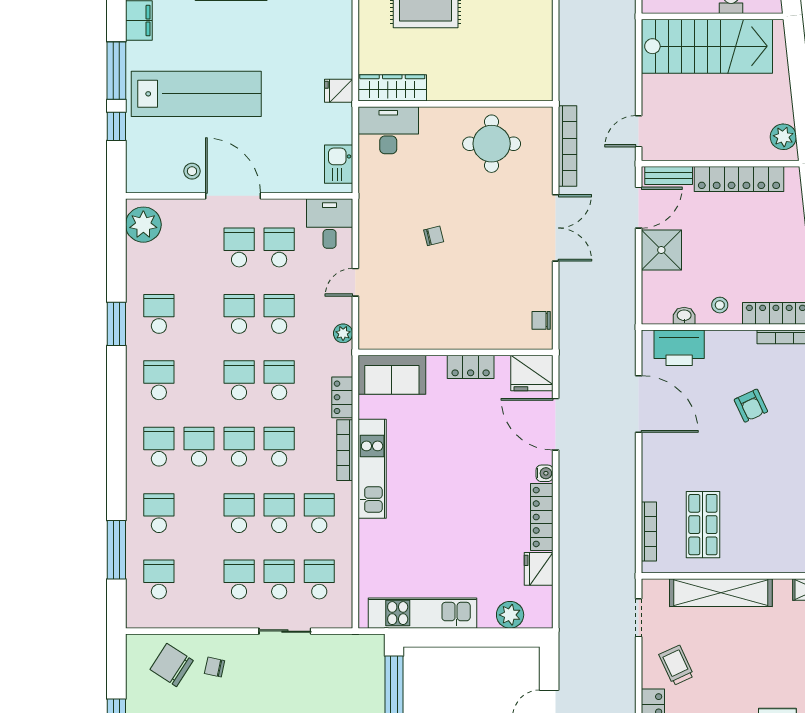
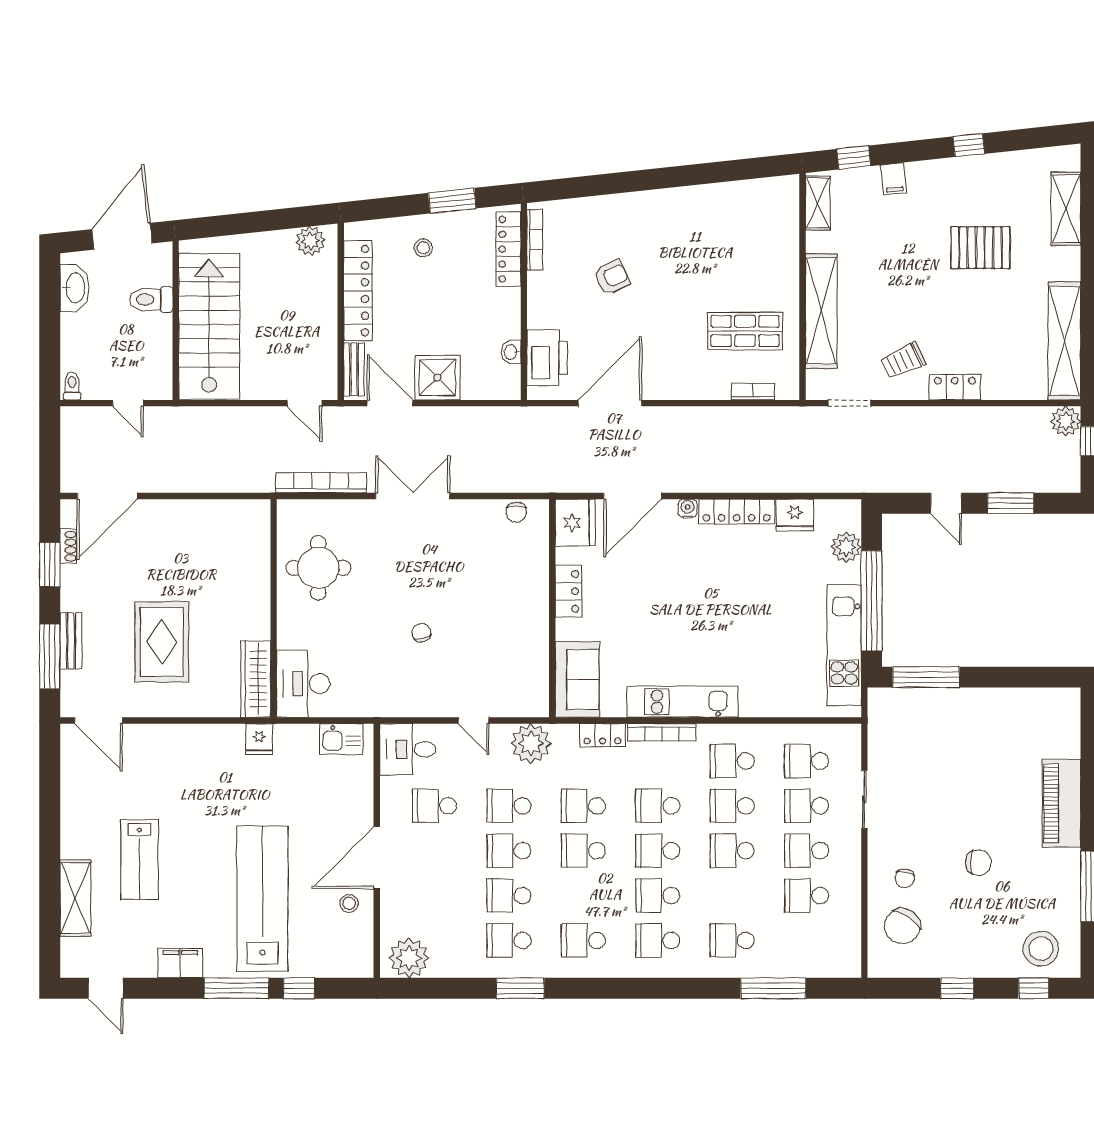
school desk: (239, 247) -> (509, 896), moved
stool: (720, 305) -> (423, 248), moved
plant: (343, 333) -> (531, 743), width x1.87, depth x1.87
bookcase: (649, 532) -> (753, 392), width x0.64
school desk: (159, 579) -> (807, 896), moved
window: (462, 637) -> (872, 601), added

